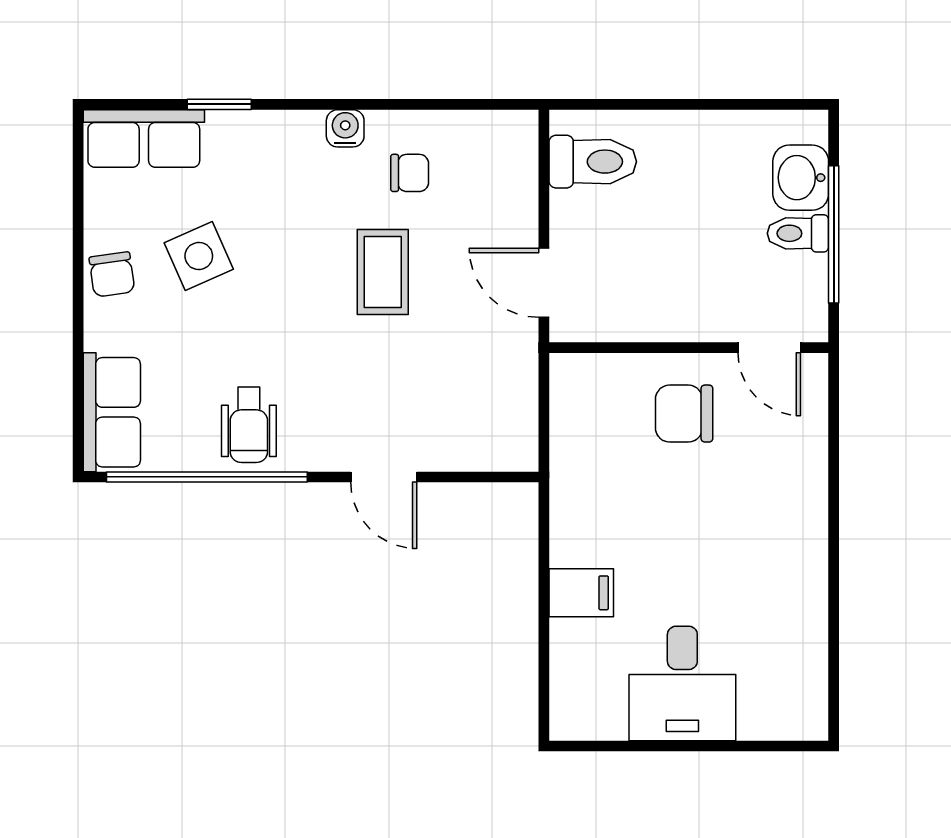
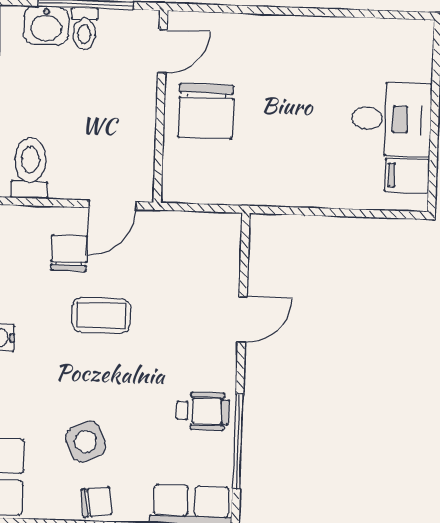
chair: (410, 173) -> (69, 253), moved, width x1.37, depth x1.37
chair: (684, 414) -> (206, 111), width x1.37, depth x1.37
window: (207, 477) -> (238, 441), width x0.68
filing cabinet: (581, 593) -> (407, 176), moved, turned -90

